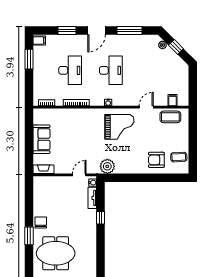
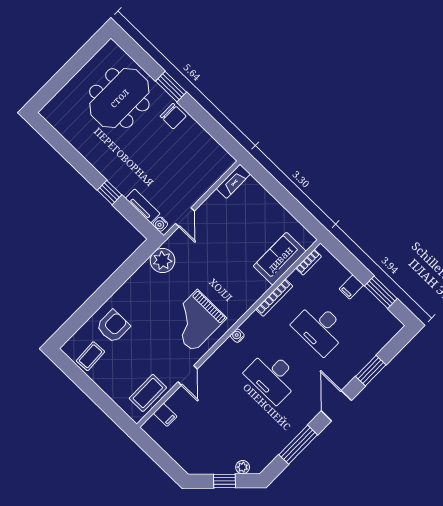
filing cabinet: (39, 40) -> (351, 287), moved
sofa: (41, 139) -> (280, 259), moved, turned 90

